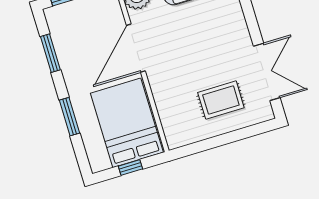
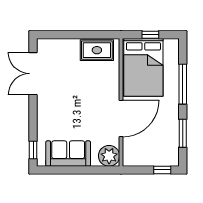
rug: (221, 100) -> (97, 50), moved
window: (70, 117) -> (183, 84), width x1.44

